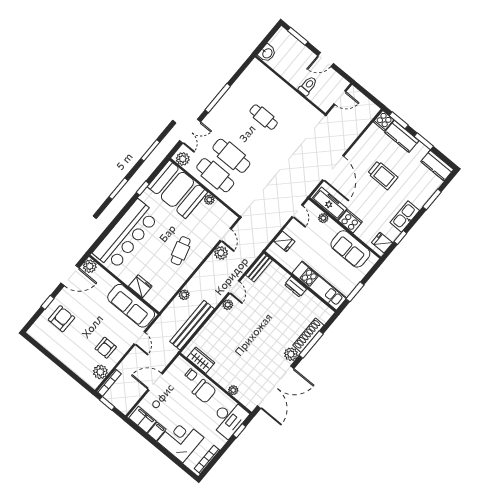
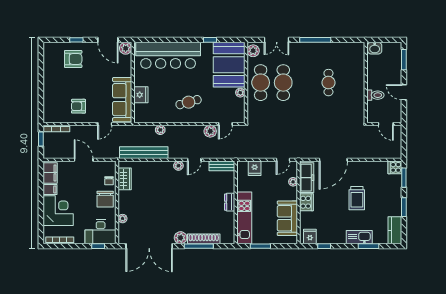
kitchen counter: (402, 136) -> (395, 189), removed
kitchen sink: (405, 216) -> (359, 237), moved
plant: (100, 372) -> (59, 116), removed

